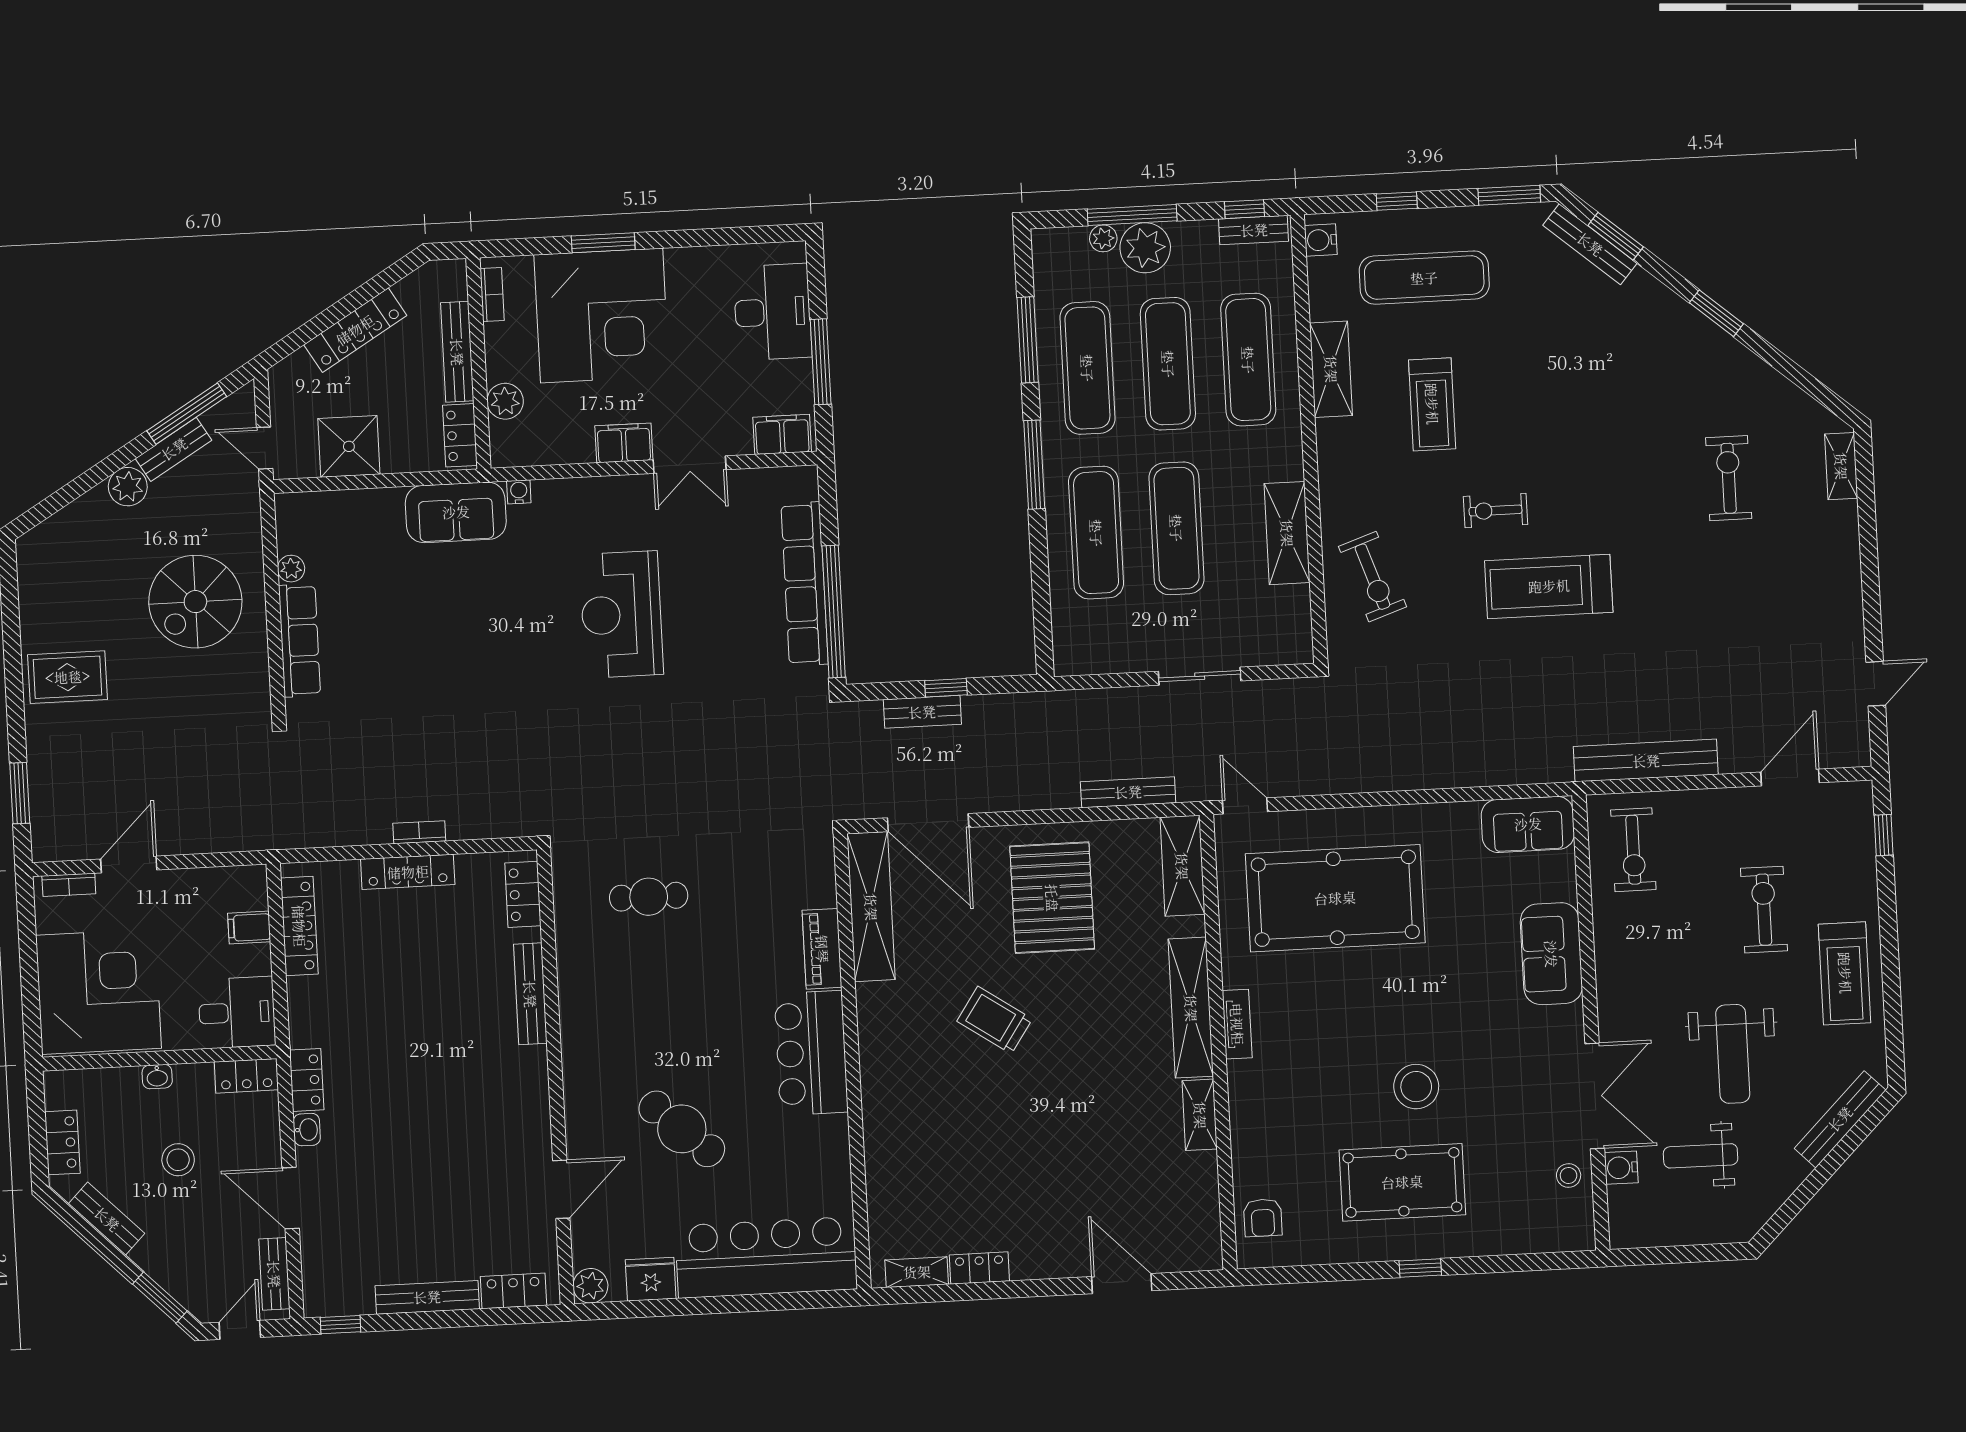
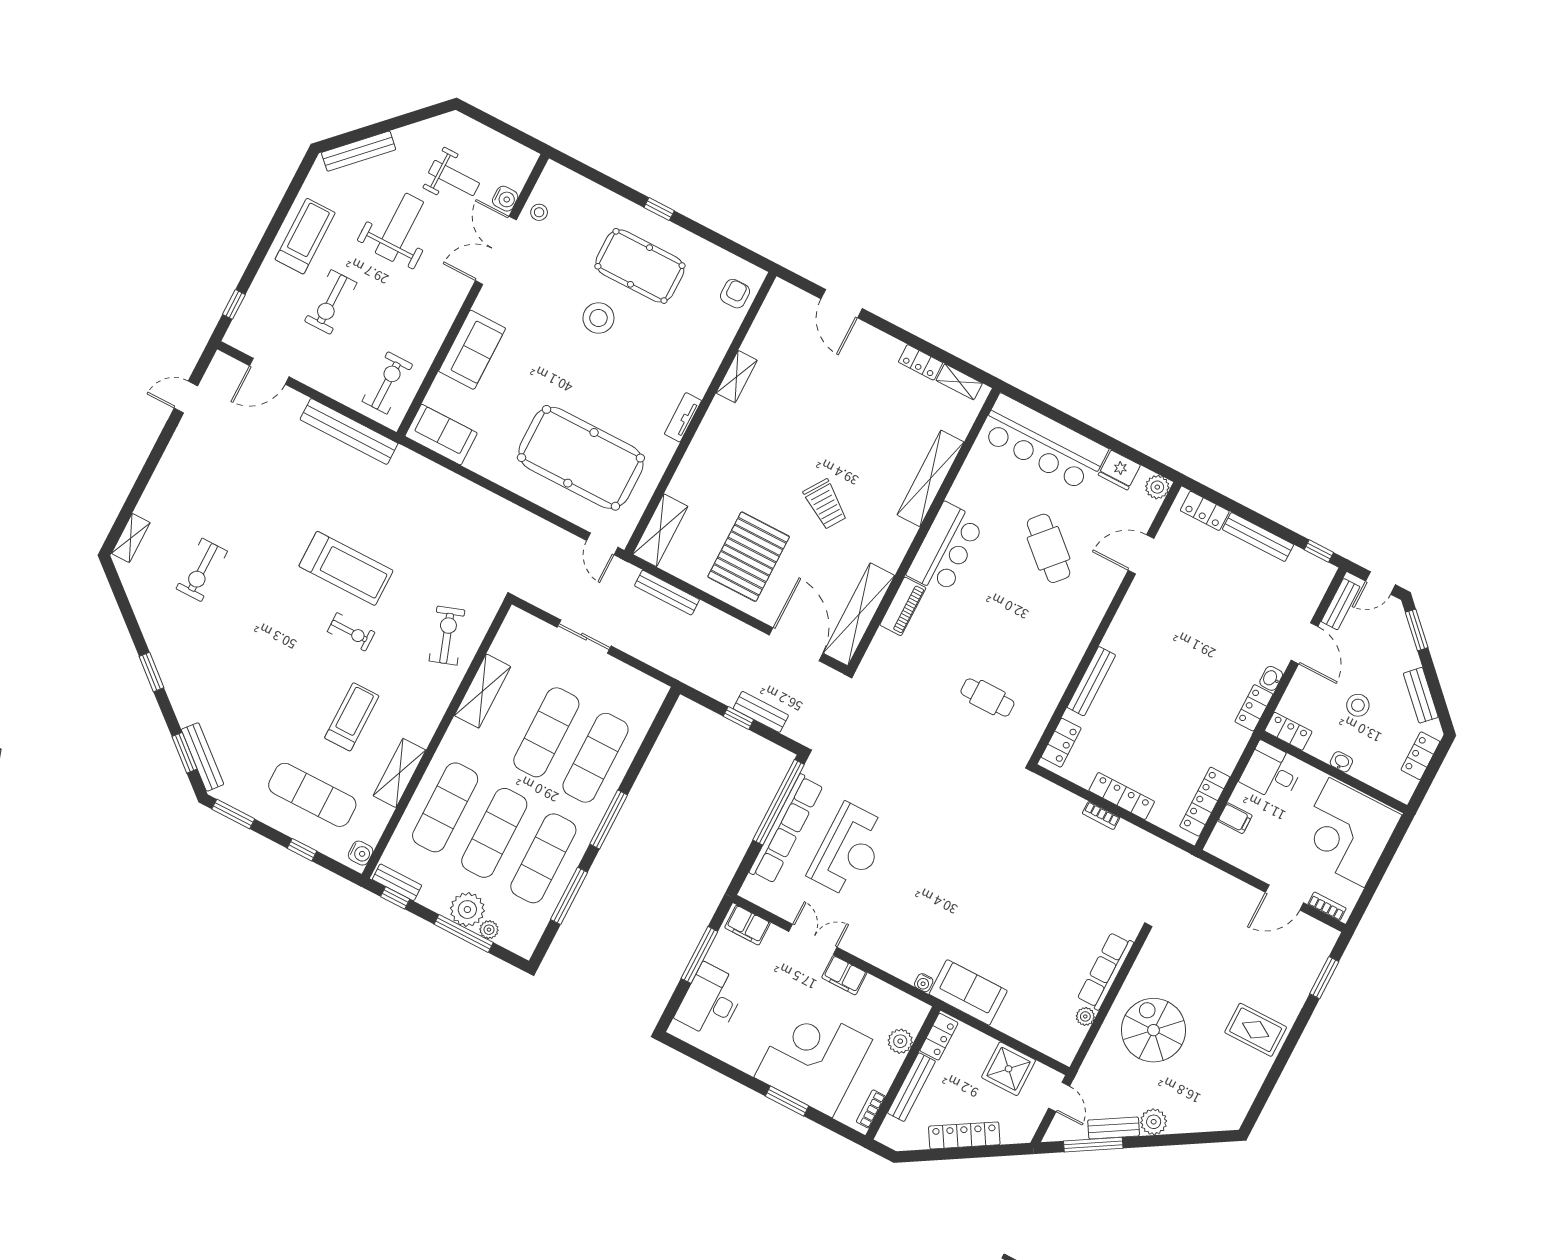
spiral stairs: (195, 602) -> (1154, 1030), turned -90
reception desk: (621, 614) -> (849, 850), moved
shelving: (1191, 1008) -> (930, 478), moved

